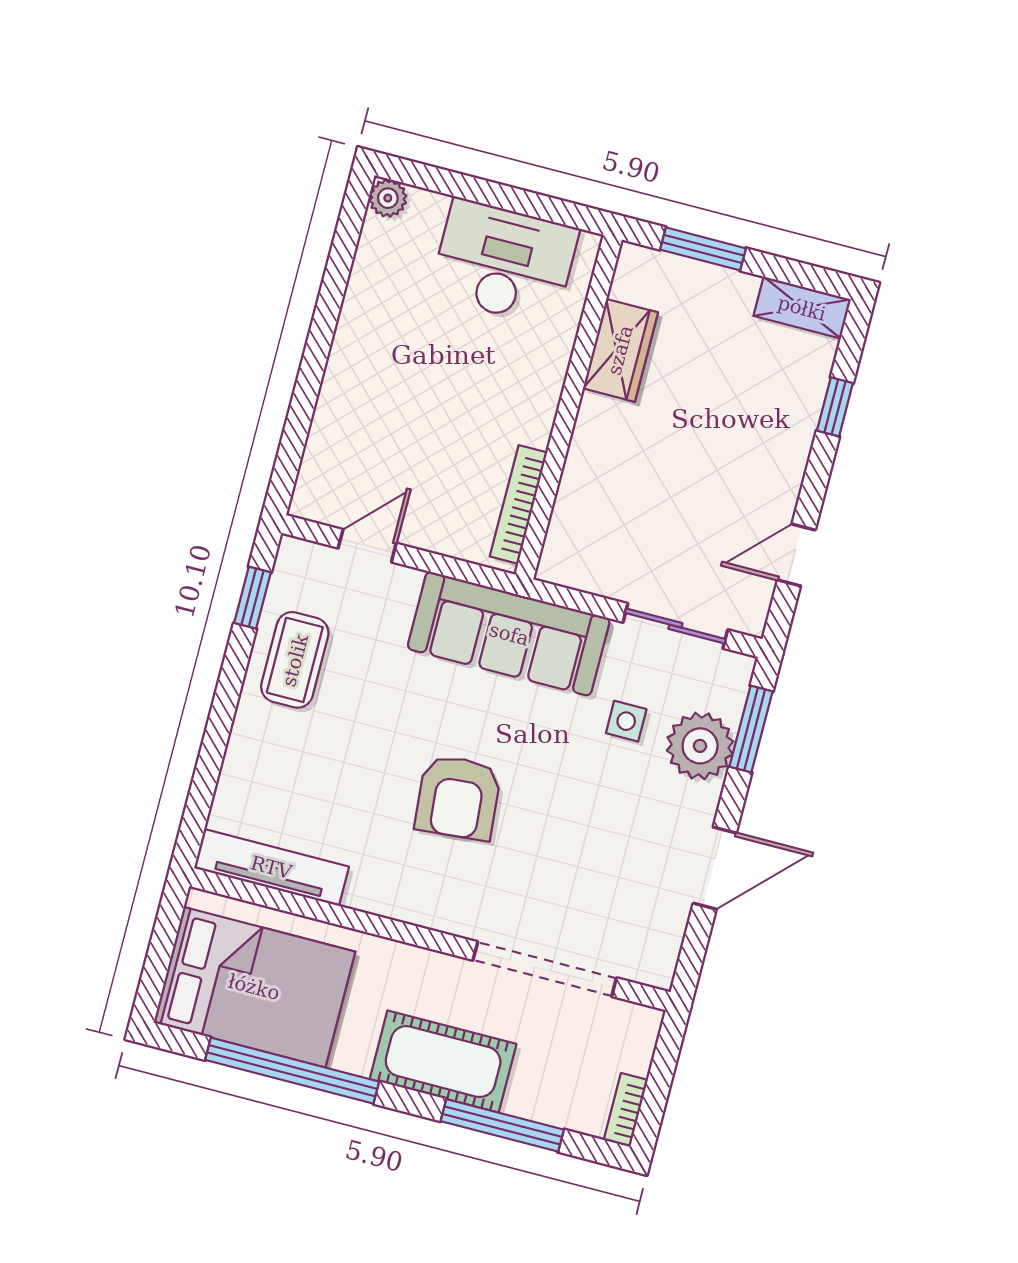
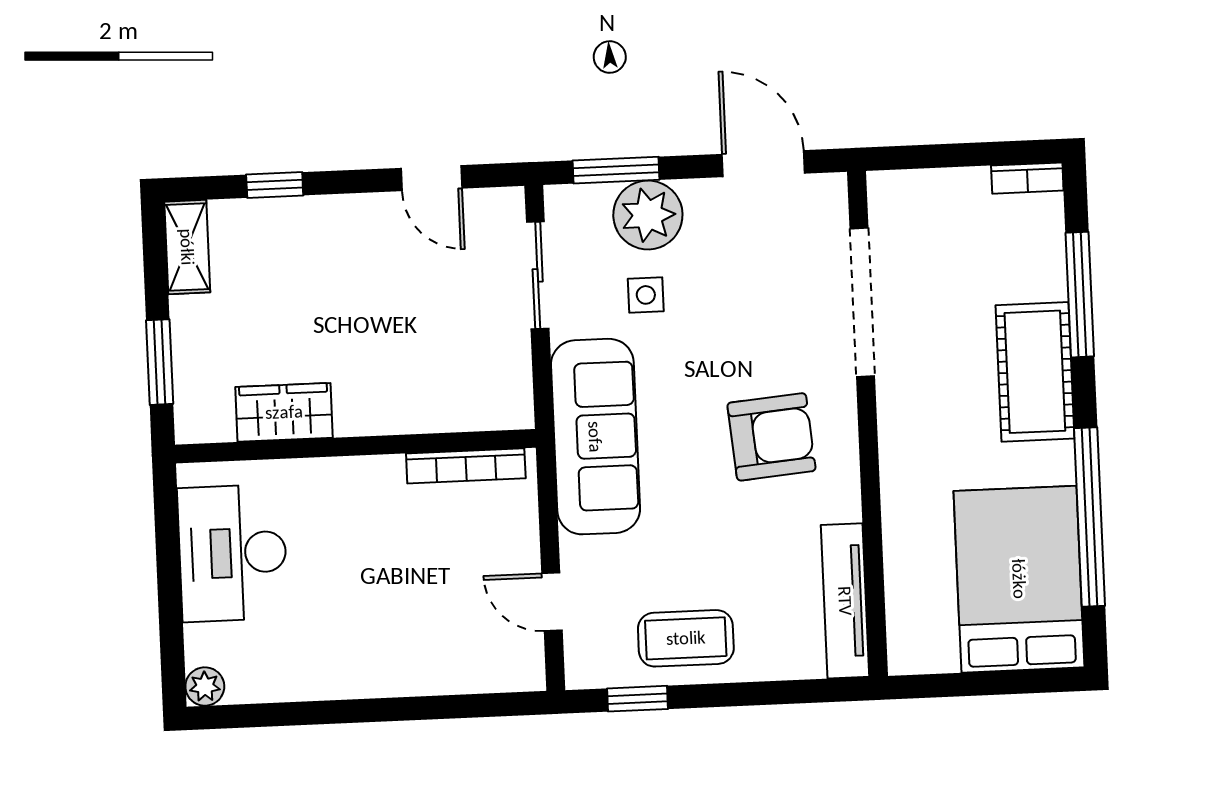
tv unit: (271, 867) -> (845, 601), moved
wall: (430, 939) -> (868, 424), moved
doorway: (545, 969) -> (862, 302), moved

